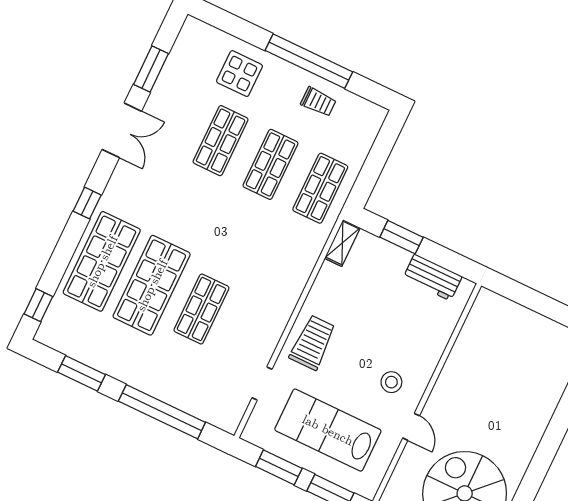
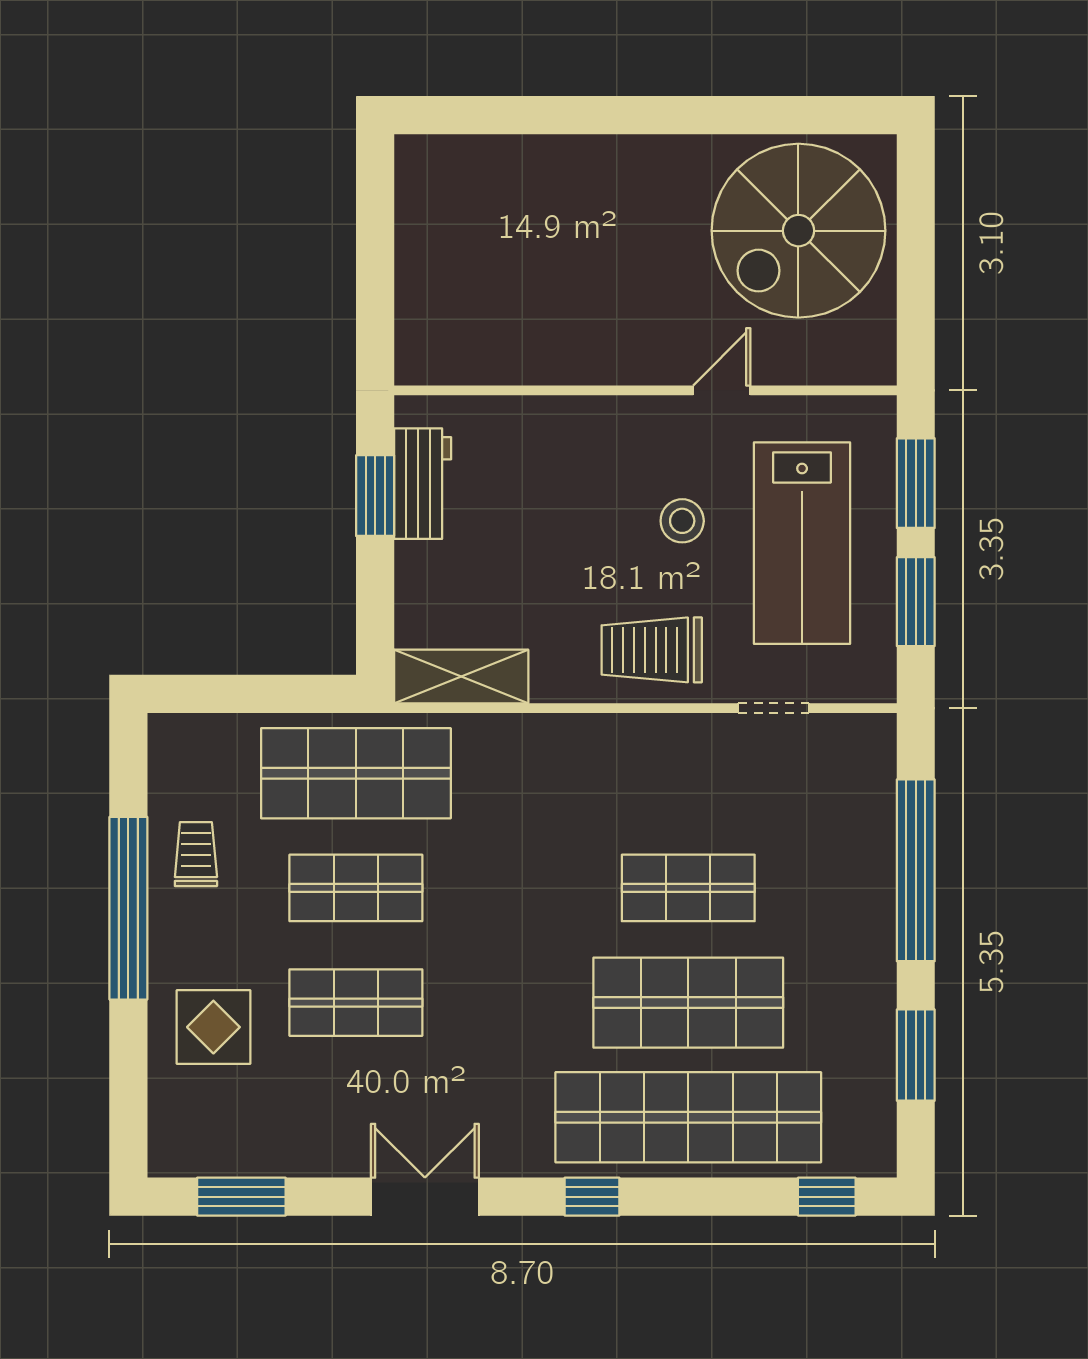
window: (151, 69) -> (241, 1197), moved
shop shelf: (320, 188) -> (356, 773), width x1.43, depth x1.36
window: (402, 237) -> (375, 496), moved
shelving: (342, 243) -> (461, 677), width x1.50, depth x1.33
shop shelf: (102, 261) -> (688, 1117), width x1.40
stool: (391, 382) -> (682, 521), moved

